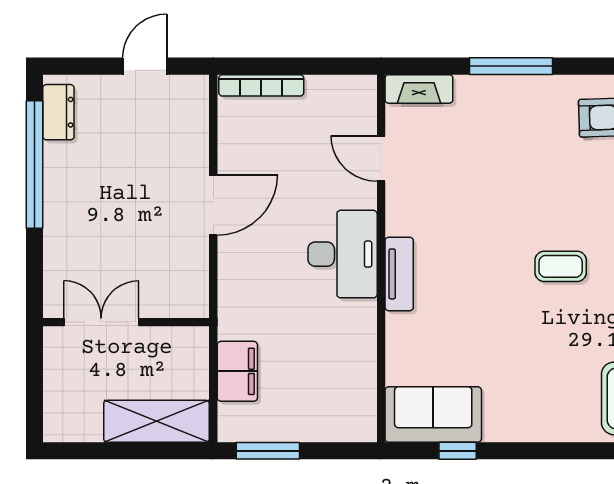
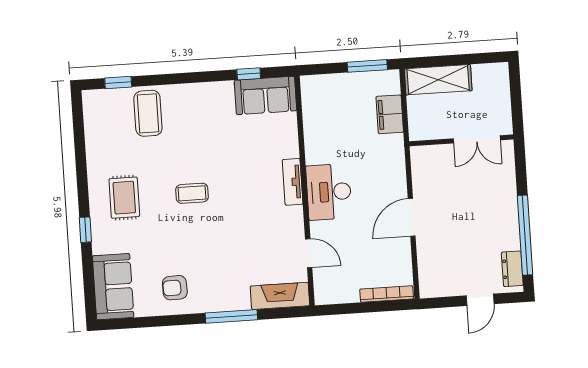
door: (145, 66) -> (480, 300), moved
fireplace: (419, 89) -> (280, 296), width x1.37, depth x1.32

